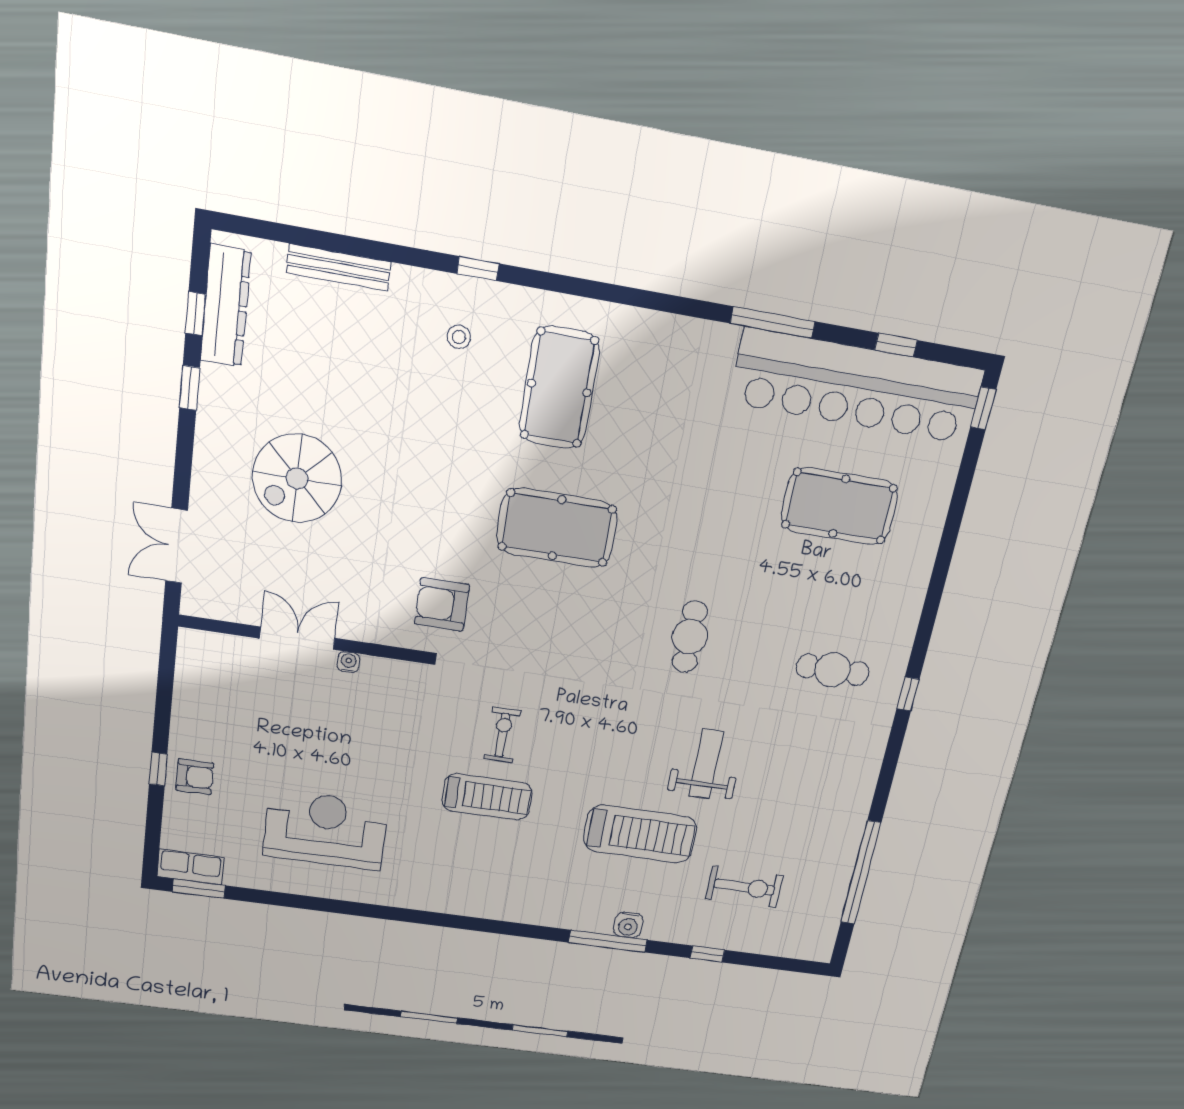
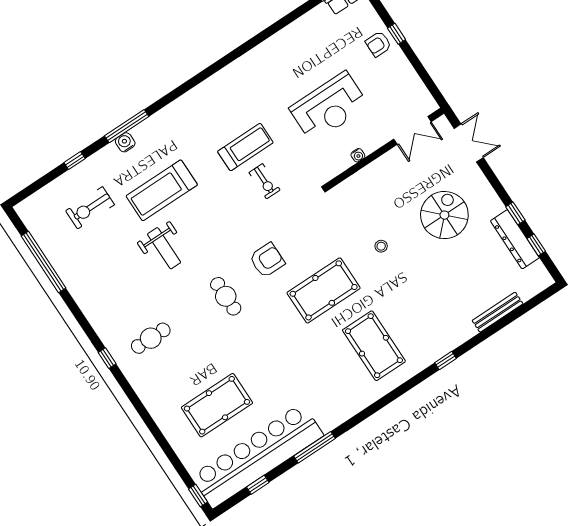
dresser: (226, 306) -> (515, 239), moved
stool: (459, 337) -> (381, 246), moved
armchair: (442, 604) -> (267, 260), moved
double door: (297, 638) -> (412, 130), moved
treadmill: (487, 797) -> (245, 147), turned 180
reception desk: (326, 830) -> (329, 107), moved

